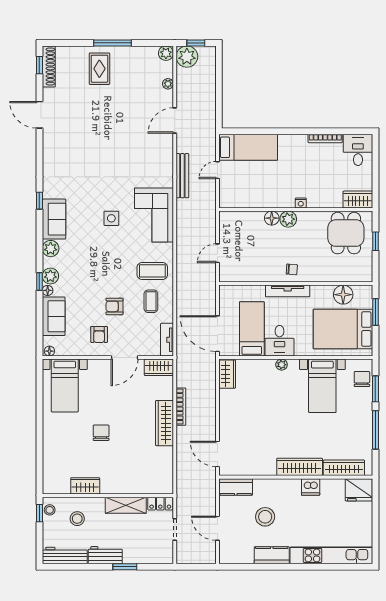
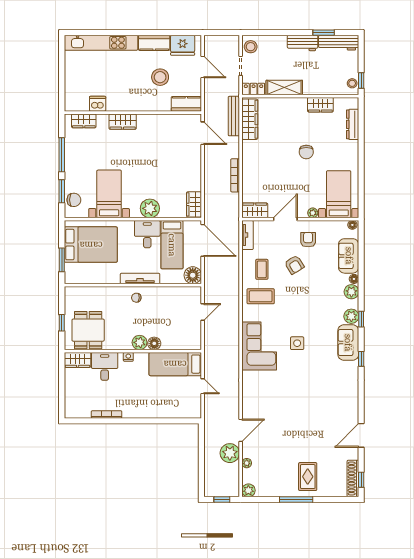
plant: (187, 57) -> (230, 453), moved
door: (39, 115) -> (361, 435), swing flipped
bed: (248, 147) -> (175, 364), moved
desk: (358, 150) -> (105, 366), moved, turned 180
door: (217, 170) -> (203, 386), hinge flipped
bench: (182, 176) -> (234, 116), moved
window: (39, 281) -> (361, 319), moved
floor lamp: (343, 295) -> (193, 275), moved
armchair: (114, 306) -> (294, 265), turned 59
plant: (94, 365) -> (313, 213), added
plant: (282, 365) -> (150, 208), width x1.88, depth x1.88
chair: (362, 379) -> (74, 200), turned -90
wardrobe: (165, 423) -> (250, 119), moved
dresser: (49, 464) -> (353, 124), added
wardrobe: (300, 467) -> (123, 122), width x0.67
wardrobe: (344, 468) -> (84, 121), width x0.67
dishwasher: (311, 487) -> (98, 104), moved
fridge: (359, 490) -> (183, 45), moved, turned 180
stool: (77, 519) -> (251, 47), moved
window: (125, 567) -> (324, 33), moved

